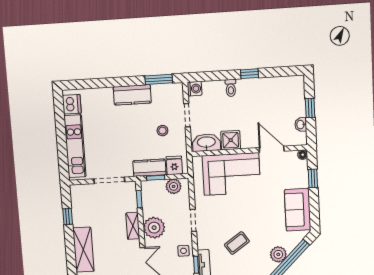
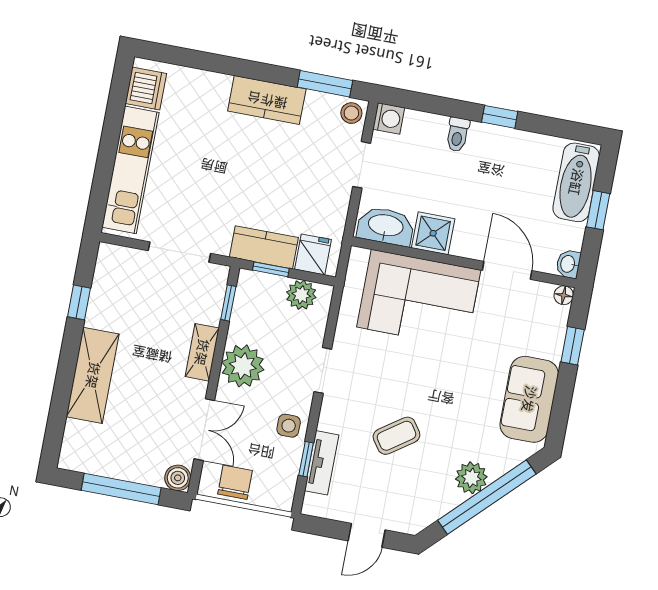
bathtub: (296, 97) -> (576, 182), added
washbasin: (301, 125) -> (568, 264), moved
stool: (162, 131) -> (351, 113), moved

